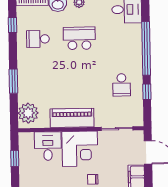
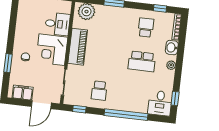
school desk: (79, 38) -> (142, 61), turned 90
school desk: (122, 85) -> (99, 91), turned -90
window: (147, 92) -> (79, 109), moved

